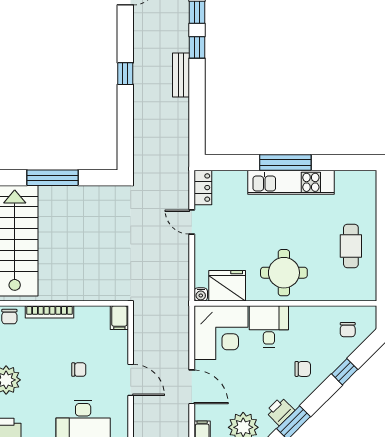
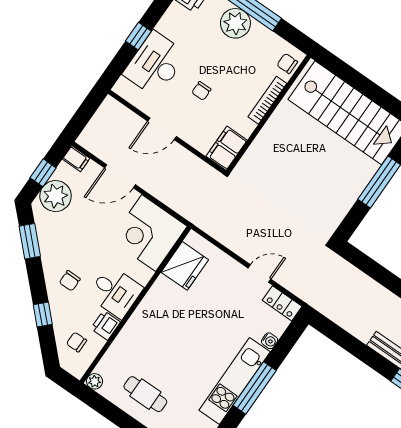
round table: (284, 273) -> (162, 322), removed
plant: (369, 293) -> (95, 381), added
water cooler: (201, 294) -> (270, 341), moved, turned 180
filing cabinet: (119, 318) -> (227, 148), width x2.00
desk: (269, 327) -> (115, 292), moved
printer: (280, 411) -> (106, 325), moved, turned -135

